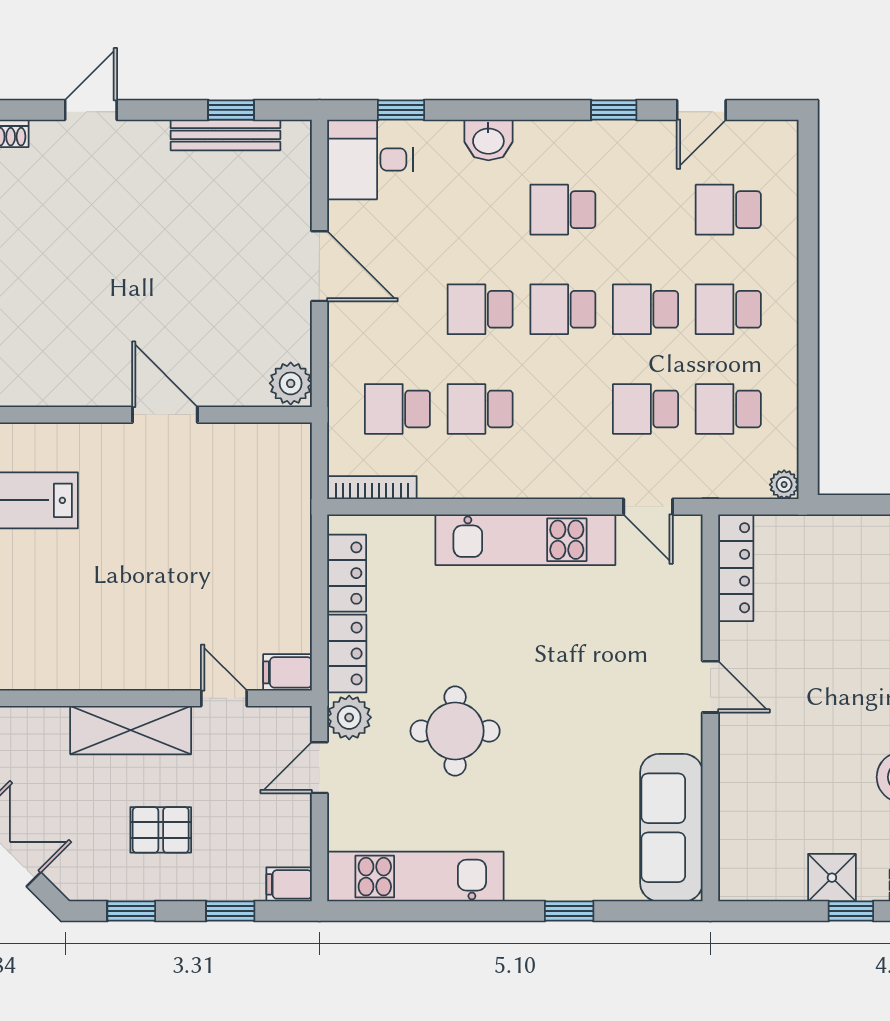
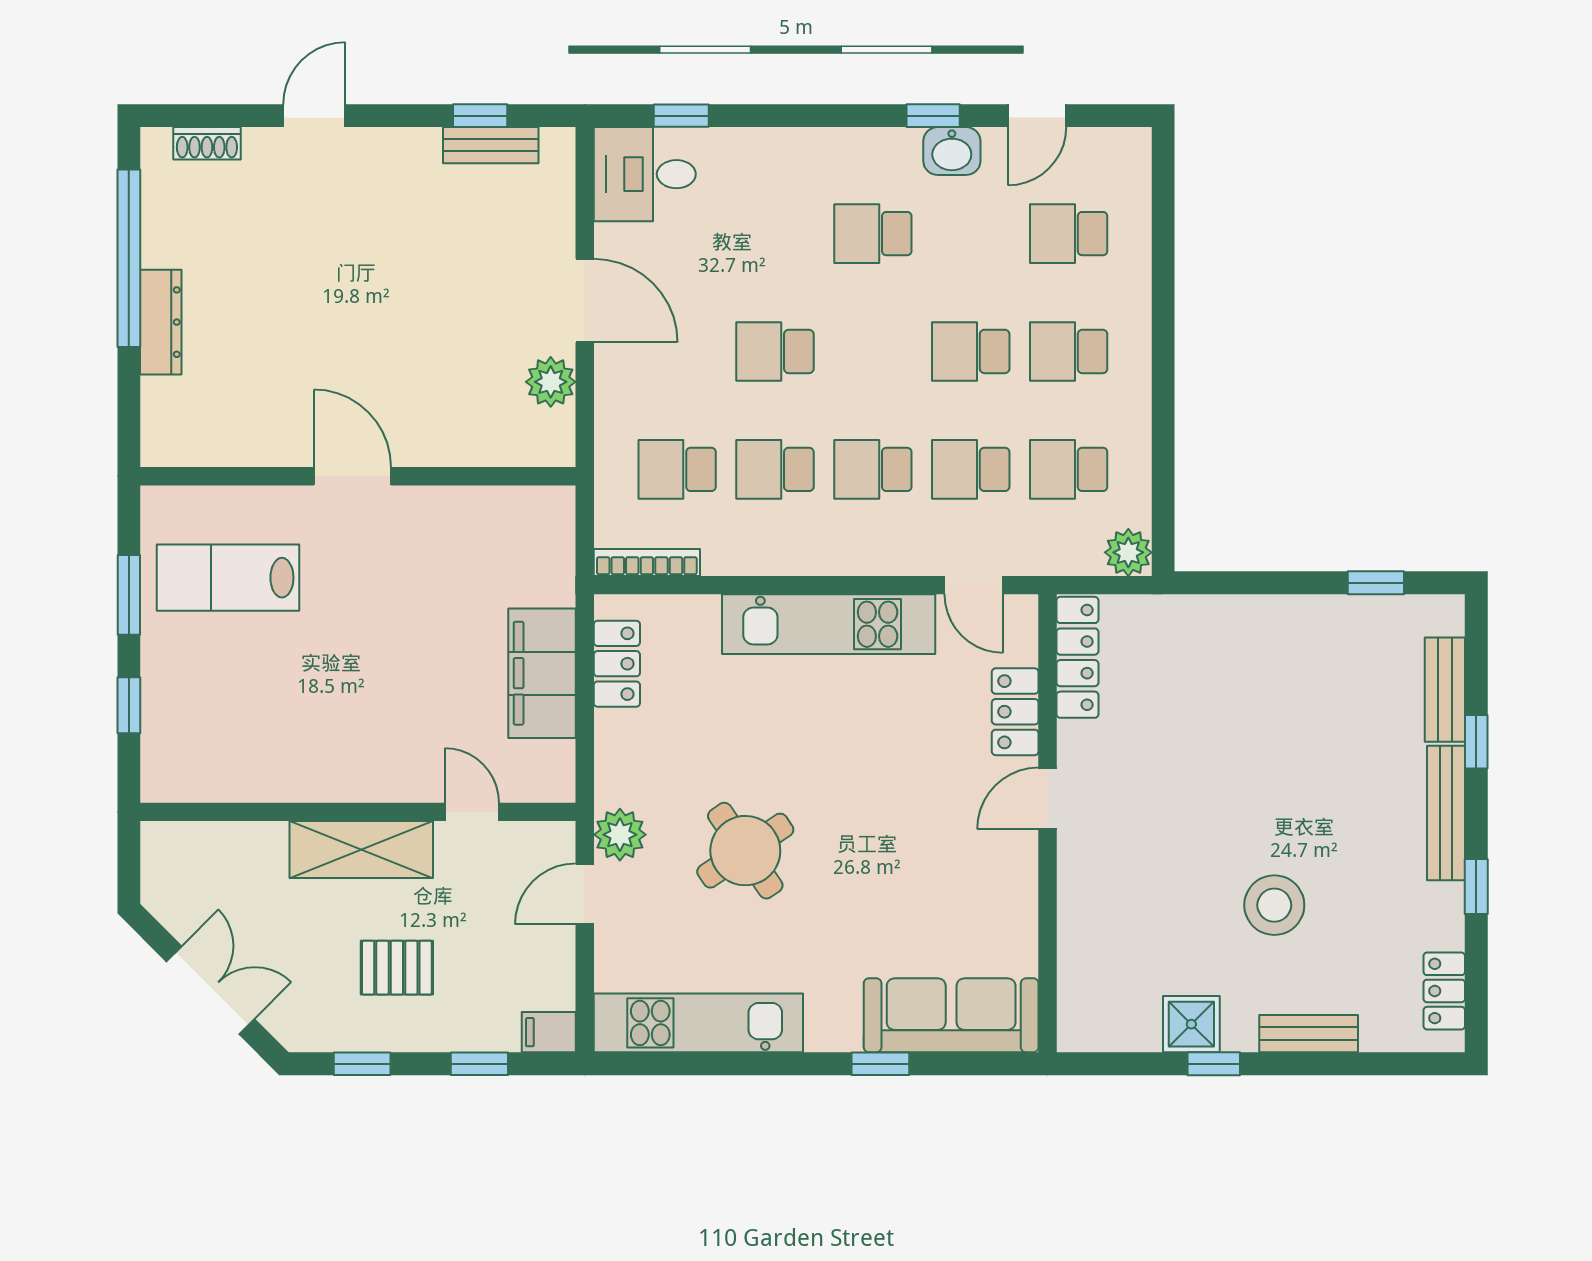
bench: (225, 135) -> (491, 145), width x0.73
washbasin: (488, 140) -> (952, 151), moved
school desk: (563, 309) -> (873, 469), moved
plant: (291, 383) -> (551, 382), moved
door: (165, 415) -> (352, 476), moved
plant: (784, 485) -> (1128, 552), width x1.38, depth x1.38
locker: (347, 654) -> (1015, 712), moved, turned 180
filing cabinet: (287, 672) -> (542, 673), moved, width x3.00, depth x1.17
door: (710, 687) -> (1047, 798), swing flipped
round table: (455, 731) -> (745, 851), turned -34
sofa: (671, 828) -> (951, 1015), moved, turned 90

